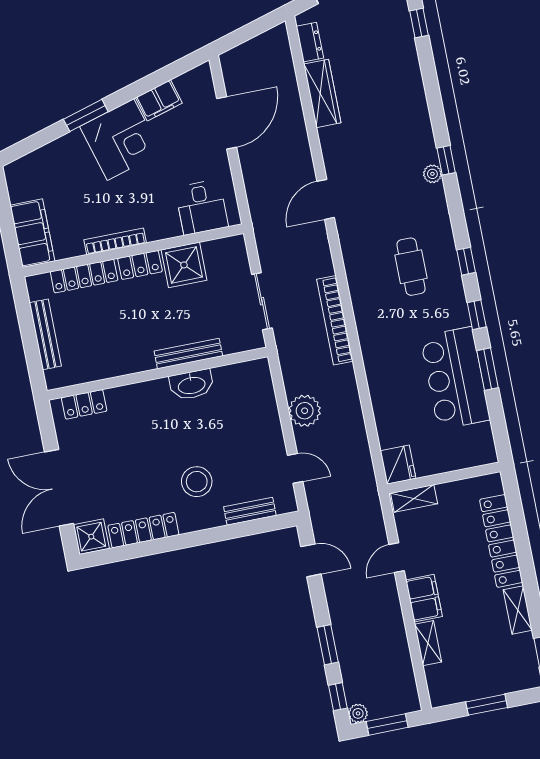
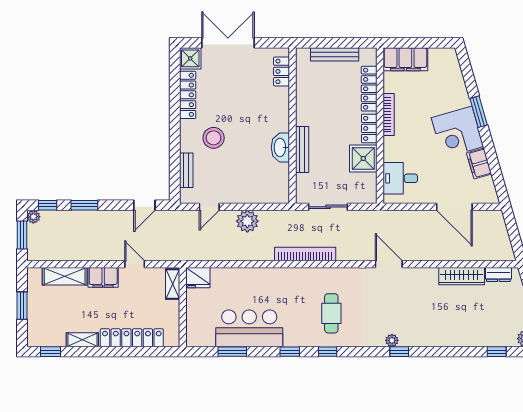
cafe table: (411, 267) -> (331, 313), turned 90
window: (487, 369) -> (232, 352), moved
shelving: (428, 643) -> (65, 276), width x1.50, depth x1.33

